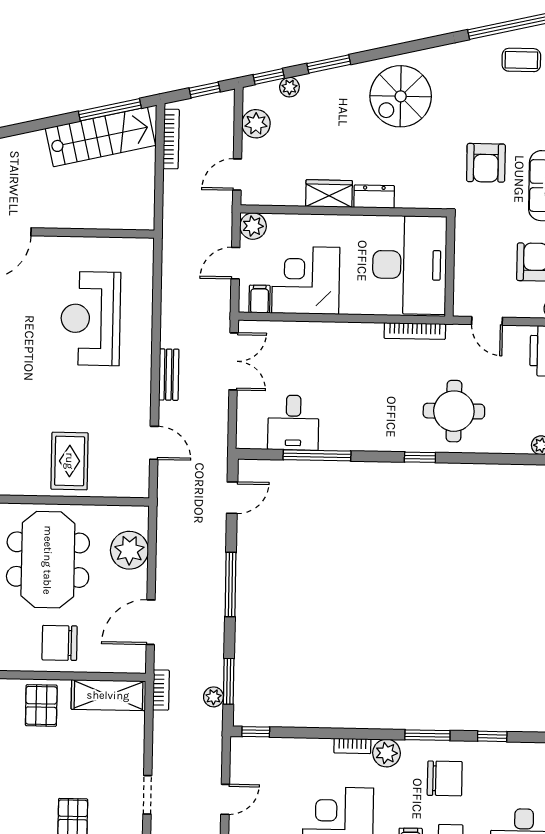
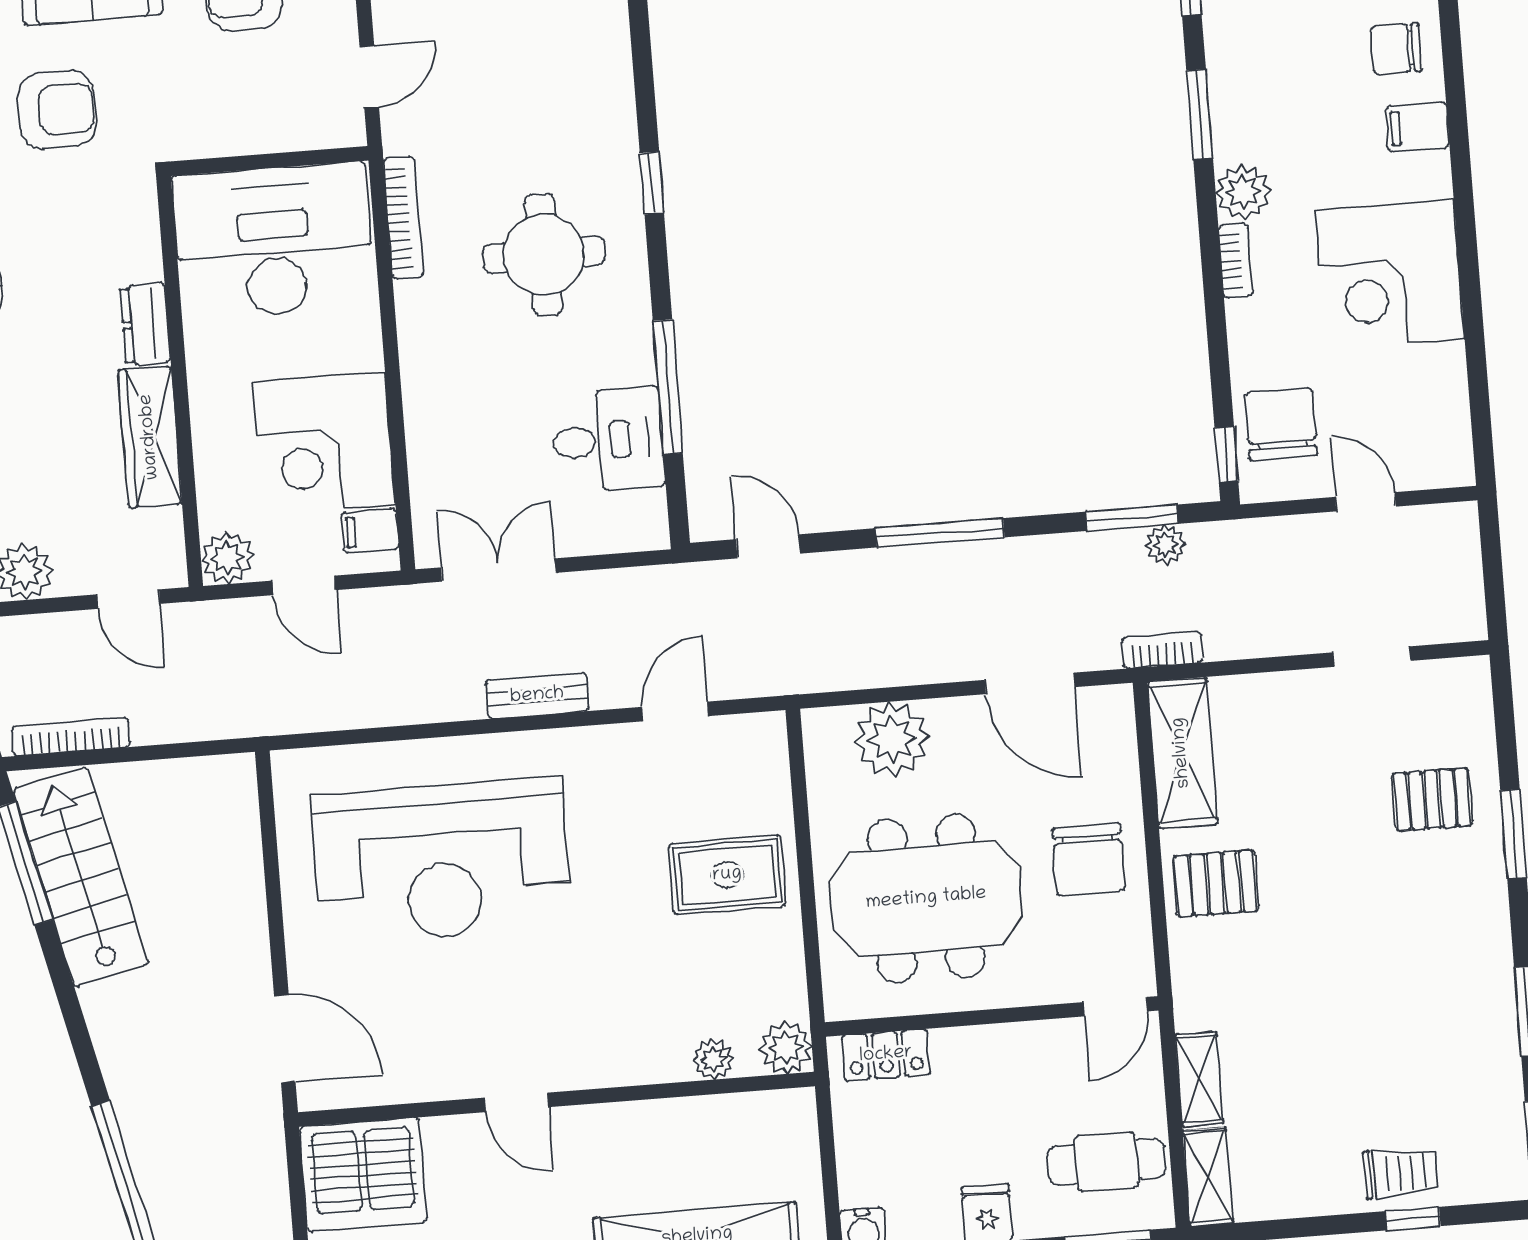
wardrobe: (329, 194) -> (150, 437), width x1.50
reception desk: (91, 319) -> (442, 861), width x1.36, depth x1.30
round table: (454, 411) -> (544, 255), moved
chair: (445, 778) -> (1281, 424), moved

